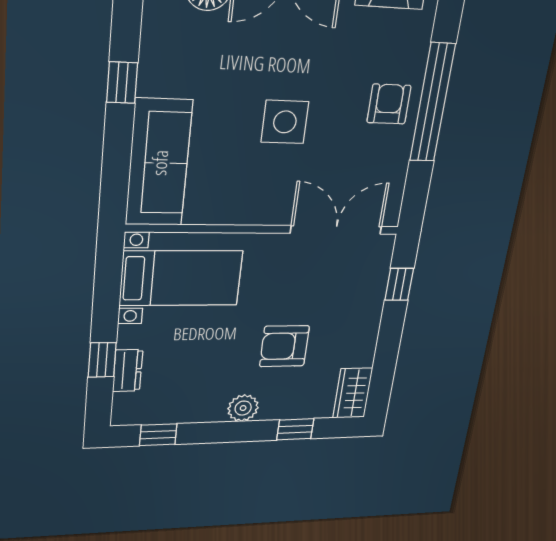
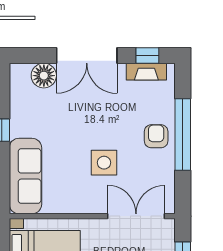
side table: (285, 122) -> (104, 163), moved

